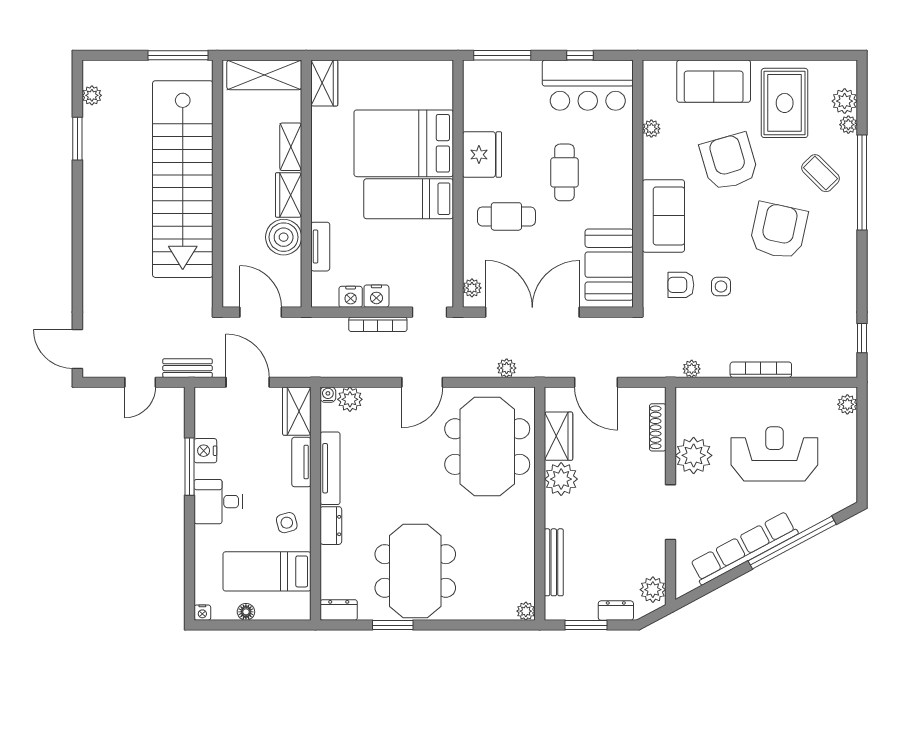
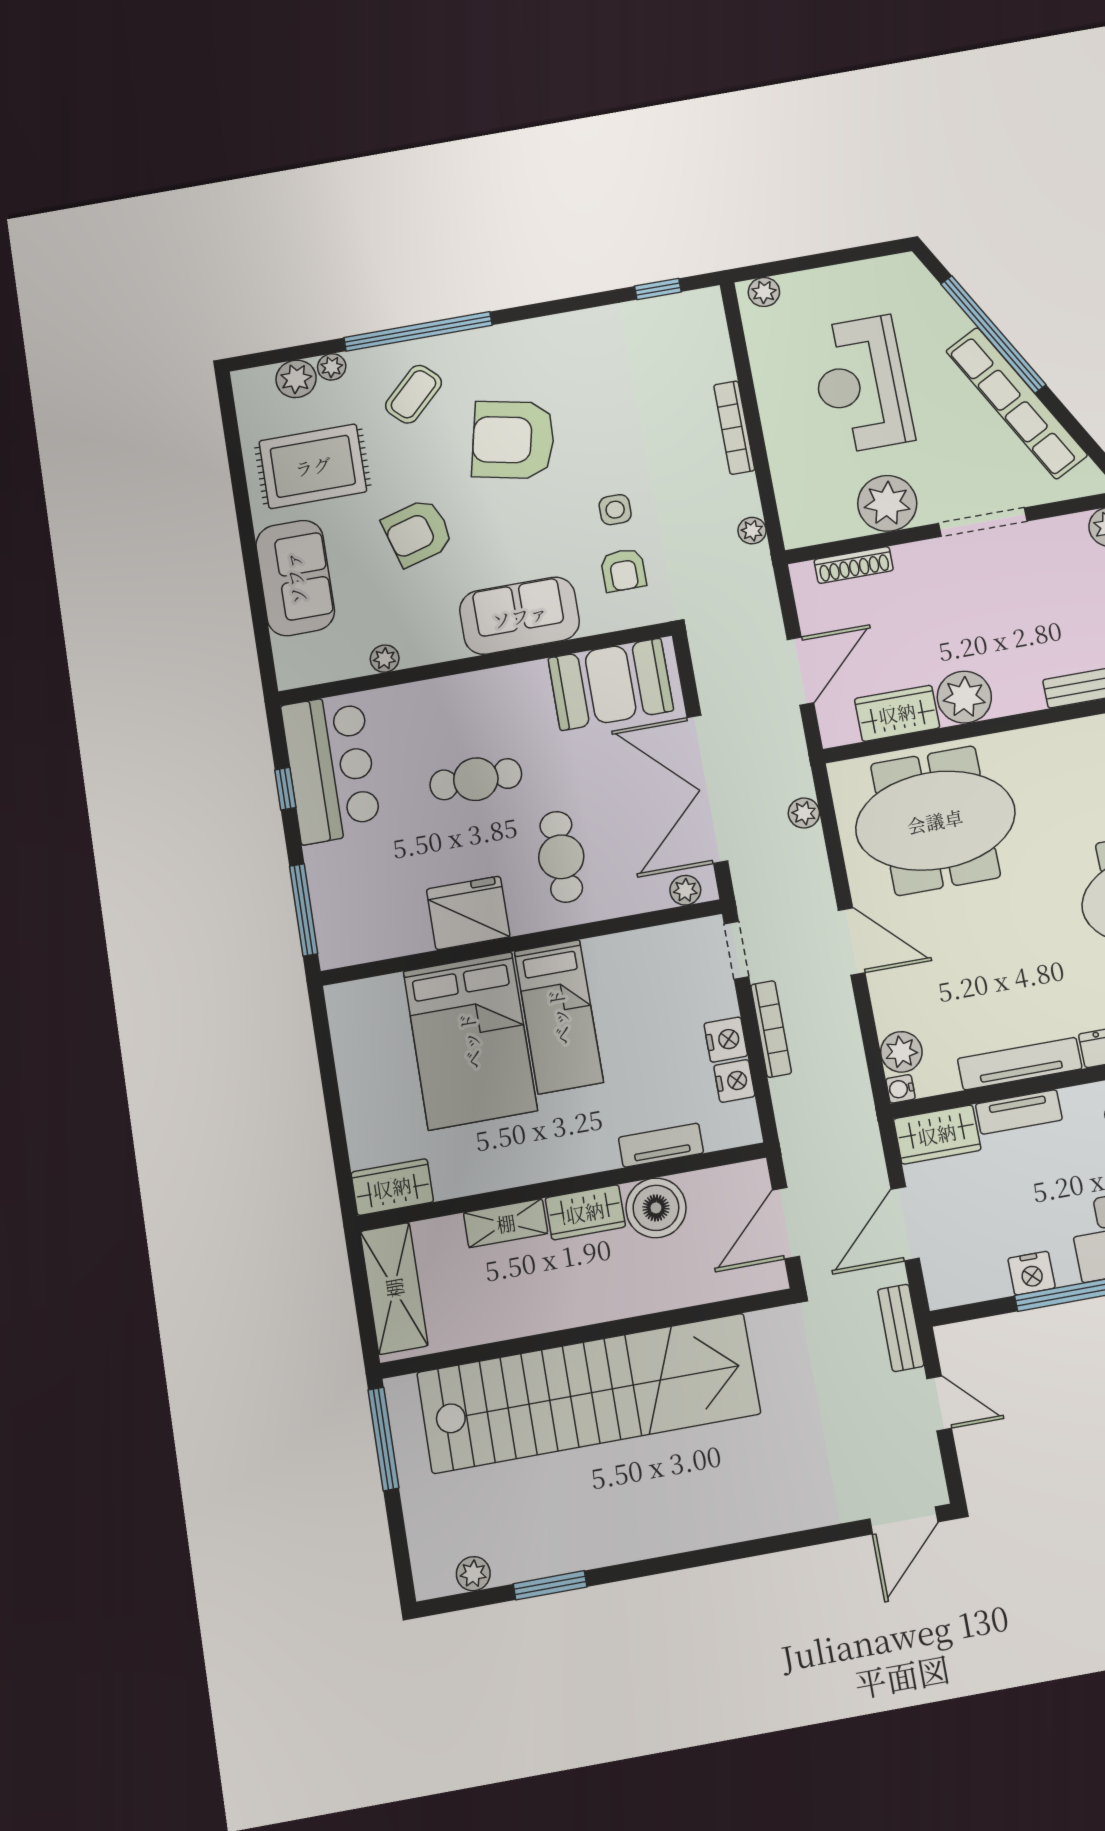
armchair: (729, 162) -> (418, 532), width x0.73, depth x0.73

